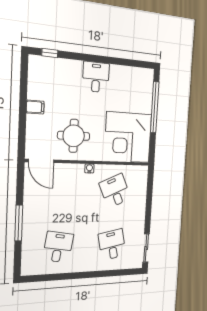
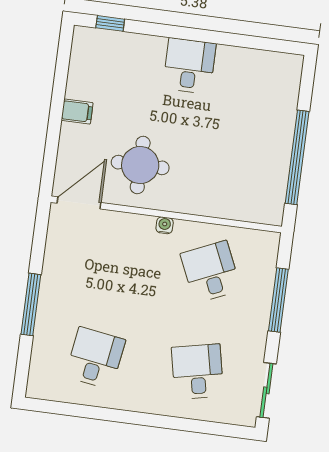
window: (155, 107) -> (297, 157), moved
corner desk: (128, 137) -> (243, 177), removed
door: (41, 161) -> (79, 203), swing flipped
window: (149, 201) -> (278, 300), added

